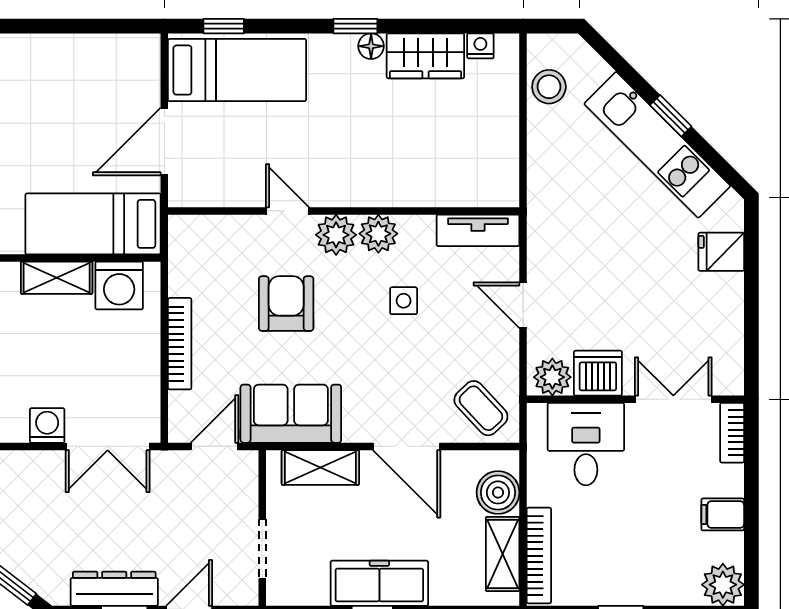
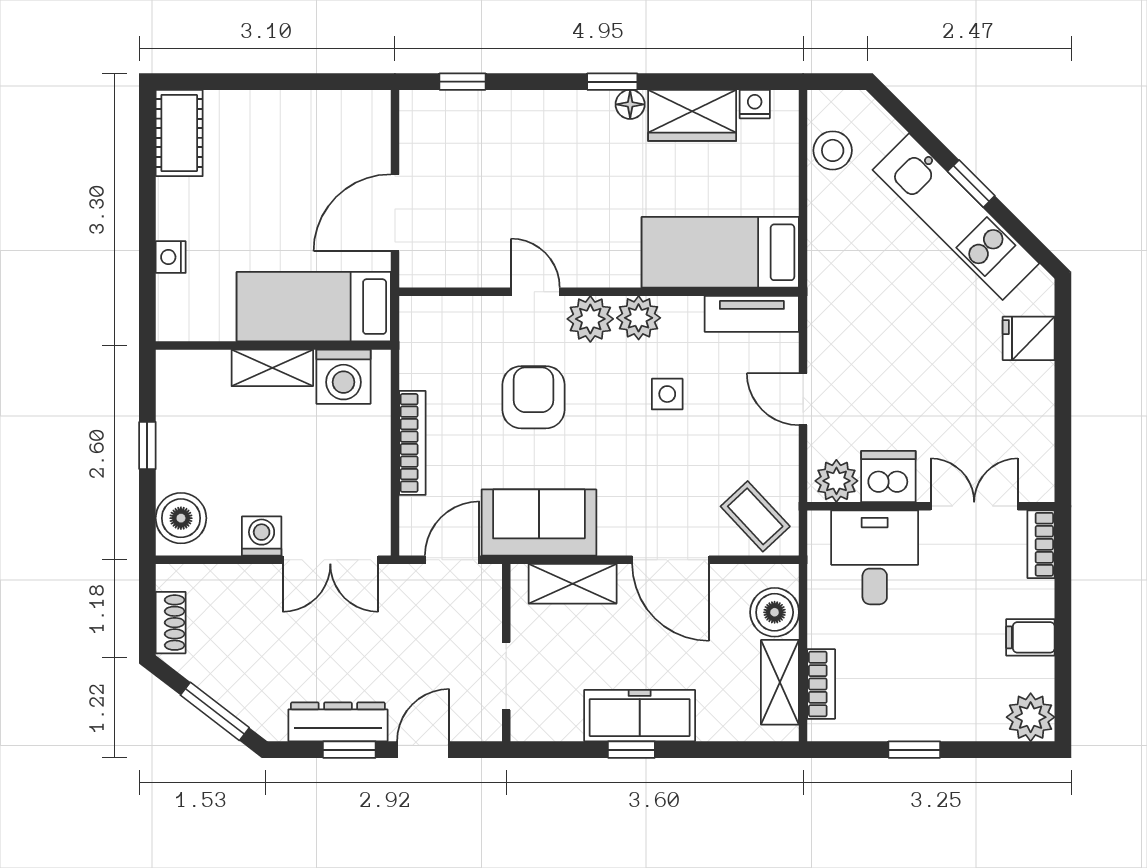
bed: (237, 70) -> (720, 252), moved, turned 180
bookcase: (539, 556) -> (821, 684), width x0.64

